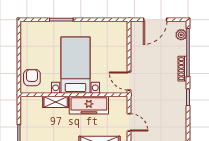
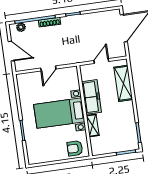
door: (129, 81) -> (48, 68), moved

